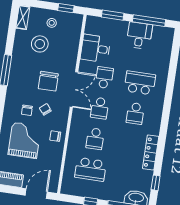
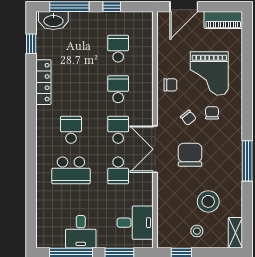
desk: (95, 48) -> (135, 223), moved
school desk: (91, 169) -> (118, 49), width x0.54

